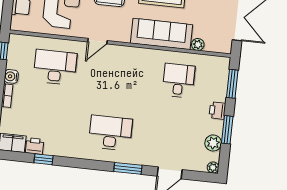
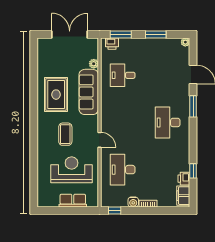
printer: (217, 110) -> (112, 44), moved
plant: (213, 143) -> (167, 44), removed

